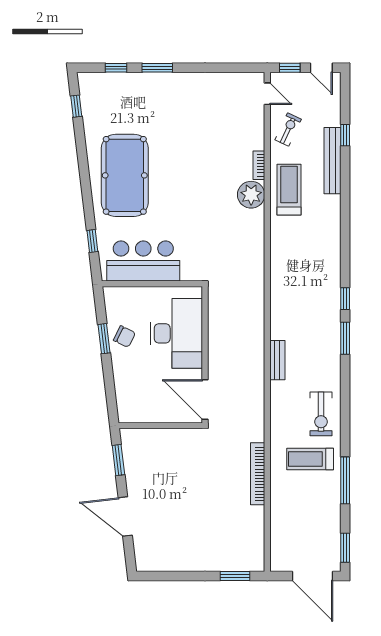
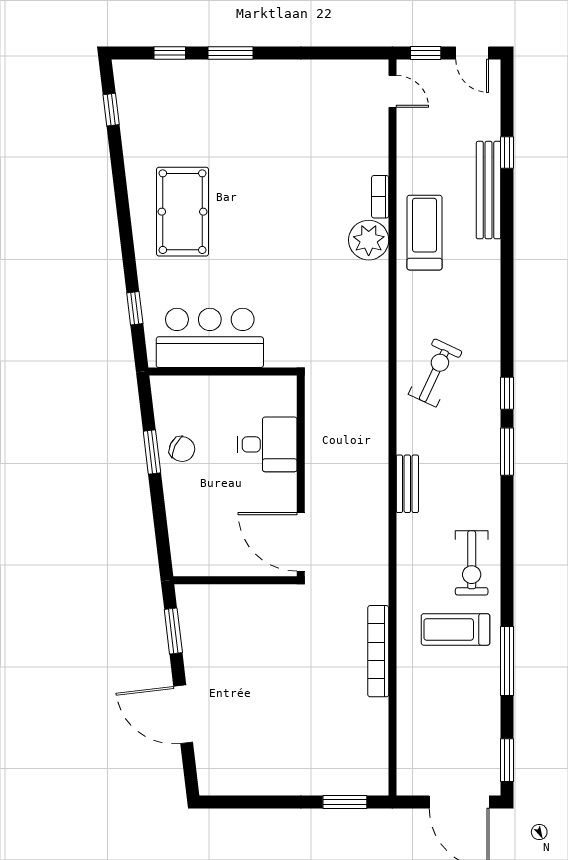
exercise bike: (288, 130) -> (435, 373), moved, width x1.38, depth x1.39
pool table: (125, 175) -> (183, 212), width x0.73, depth x0.76
desk: (176, 333) -> (267, 444), width x0.53, depth x0.77

